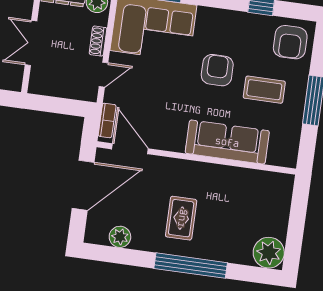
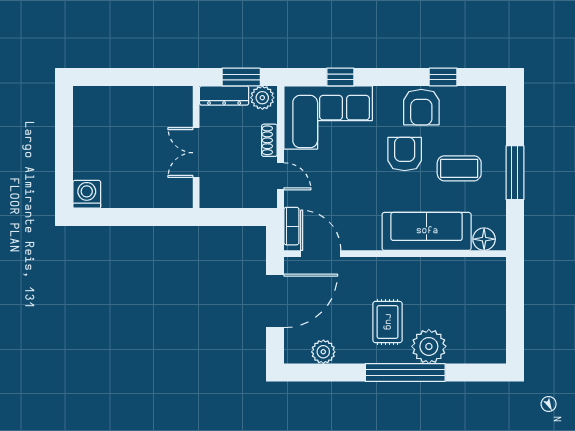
armchair: (290, 42) -> (421, 107), moved
door: (104, 75) -> (281, 176), hinge flipped
floor lamp: (278, 156) -> (484, 239), added
plant: (269, 253) -> (429, 346), moved

